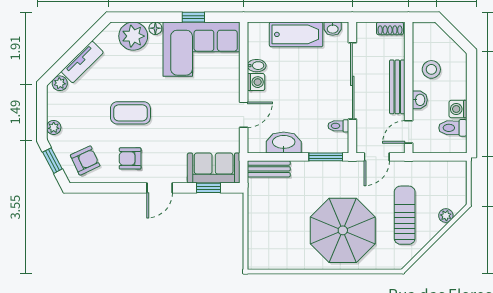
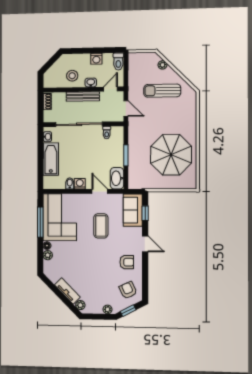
window: (193, 17) -> (40, 222), width x2.17
plant: (133, 36) -> (48, 255), width x0.53, depth x0.53
coffee table: (130, 113) -> (101, 226), moved
toilet: (453, 128) -> (118, 62), moved
door: (409, 132) -> (110, 89), swing flipped
washbasin: (284, 143) -> (117, 178), moved
window: (326, 157) -> (126, 155), moved
armchair: (130, 158) -> (127, 262), turned -90
bench: (269, 169) -> (133, 176), removed
parasol: (343, 230) -> (171, 155), moved

